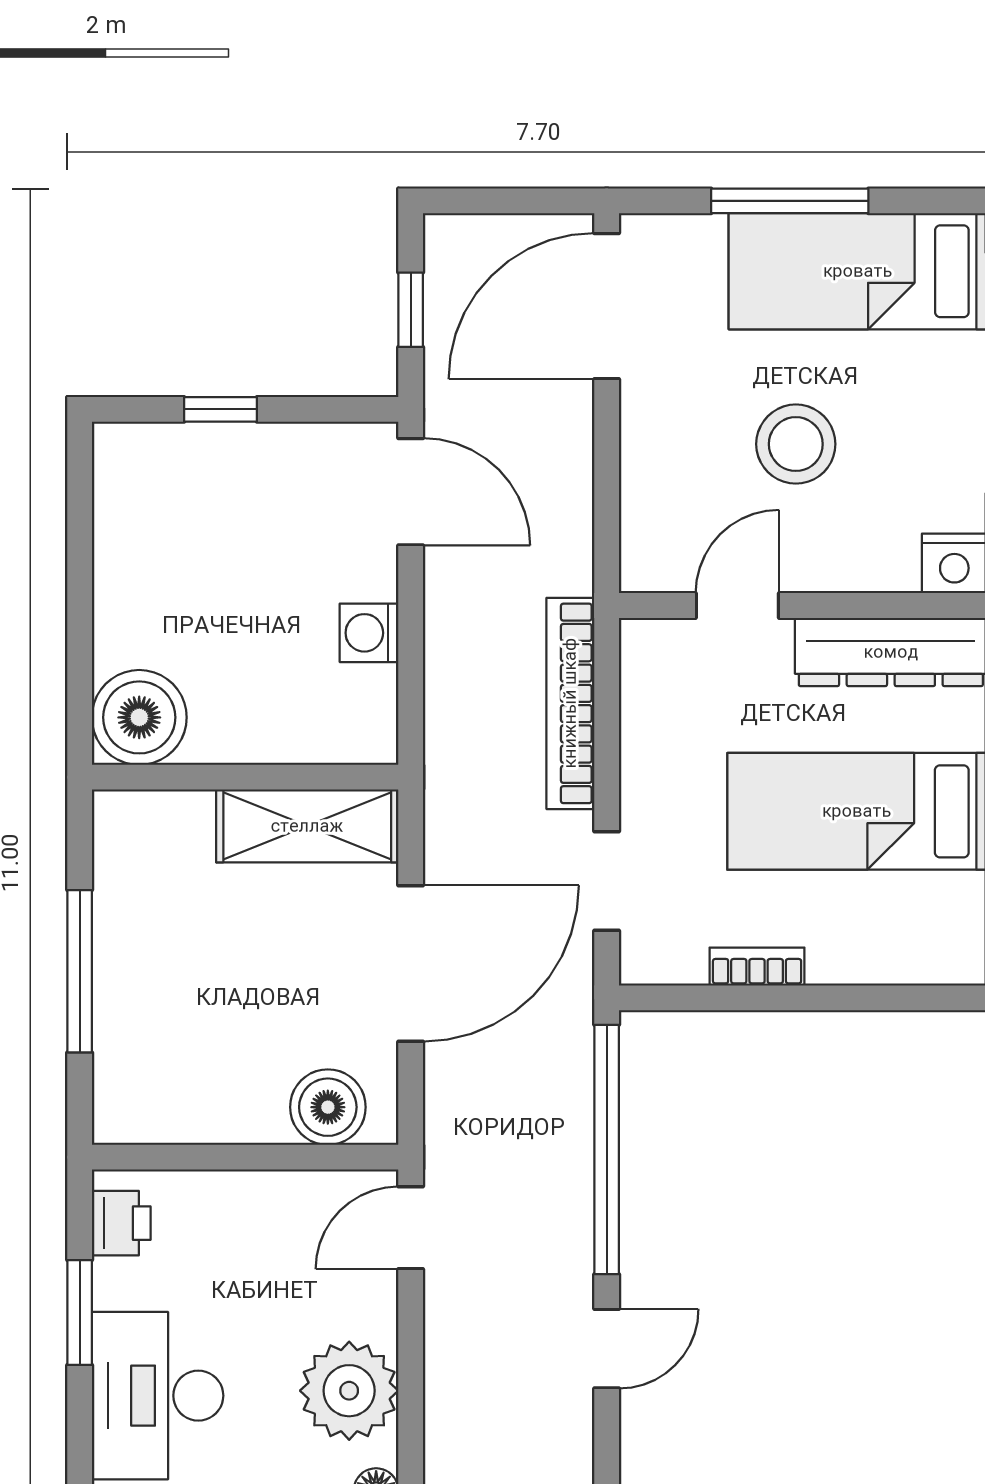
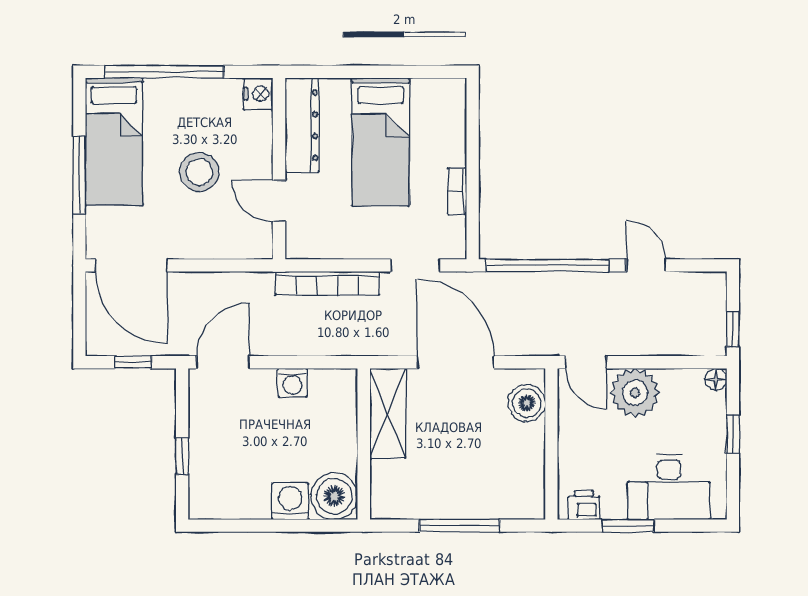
washing machine: (129, 628) -> (290, 501), added
plant: (349, 1391) -> (635, 393), moved

